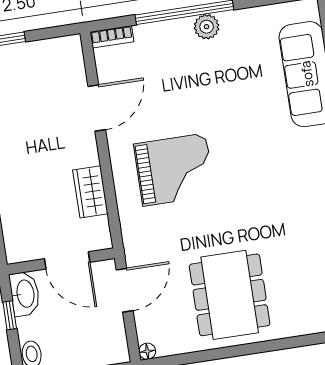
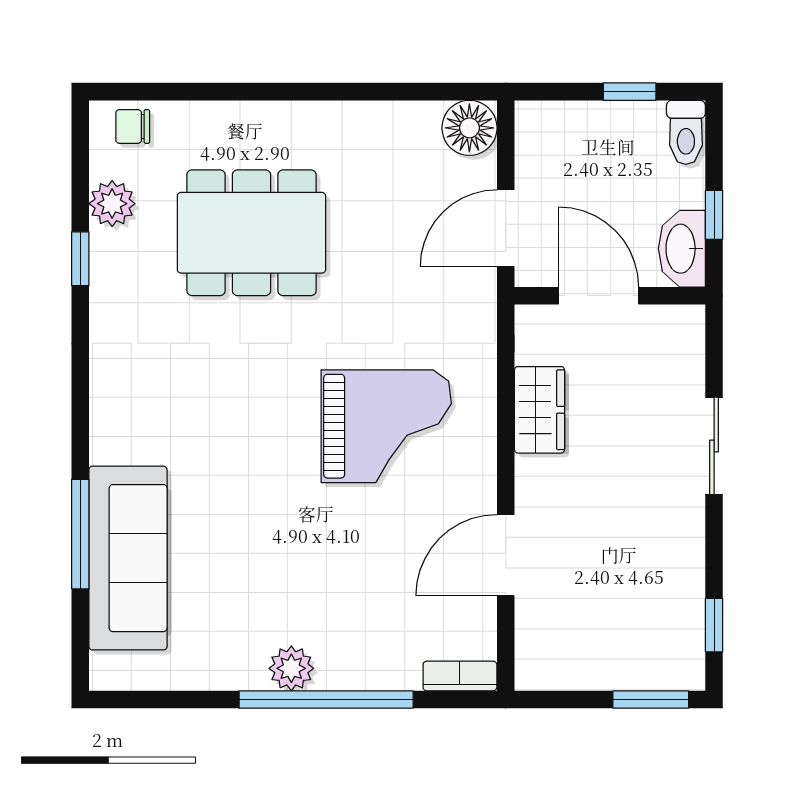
grand piano: (174, 170) -> (386, 426), turned 180
dining table: (230, 295) -> (251, 233), moved, turned 90
floor lamp: (147, 351) -> (469, 128), width x1.89, depth x1.89

